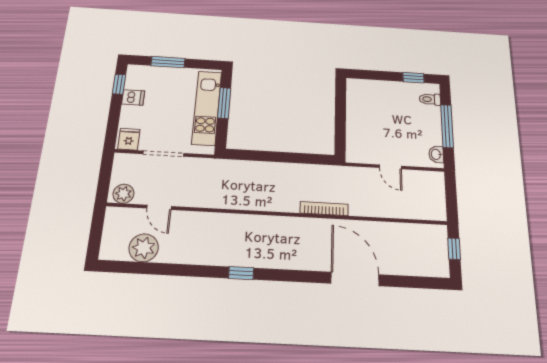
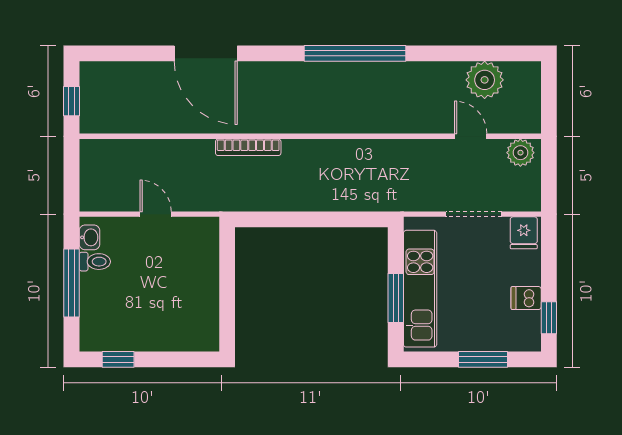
toilet: (430, 99) -> (95, 262), moved
window: (241, 273) -> (355, 53), width x3.17

